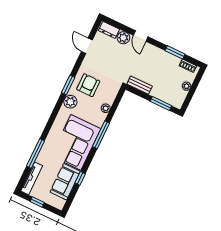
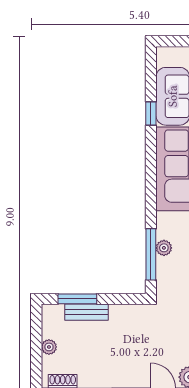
bench: (140, 85) -> (86, 312), moved
window: (101, 135) -> (151, 254), moved

